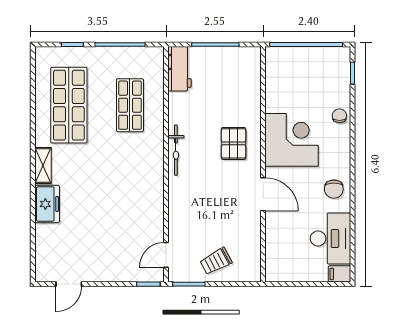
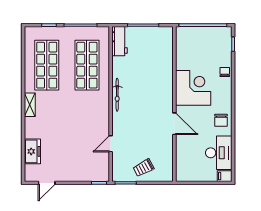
shop shelf: (130, 105) -> (87, 65), width x1.43, depth x1.36
pallet: (234, 143) -> (155, 90), removed
freezer: (47, 204) -> (32, 151), moved
door: (166, 255) -> (111, 144), moved

